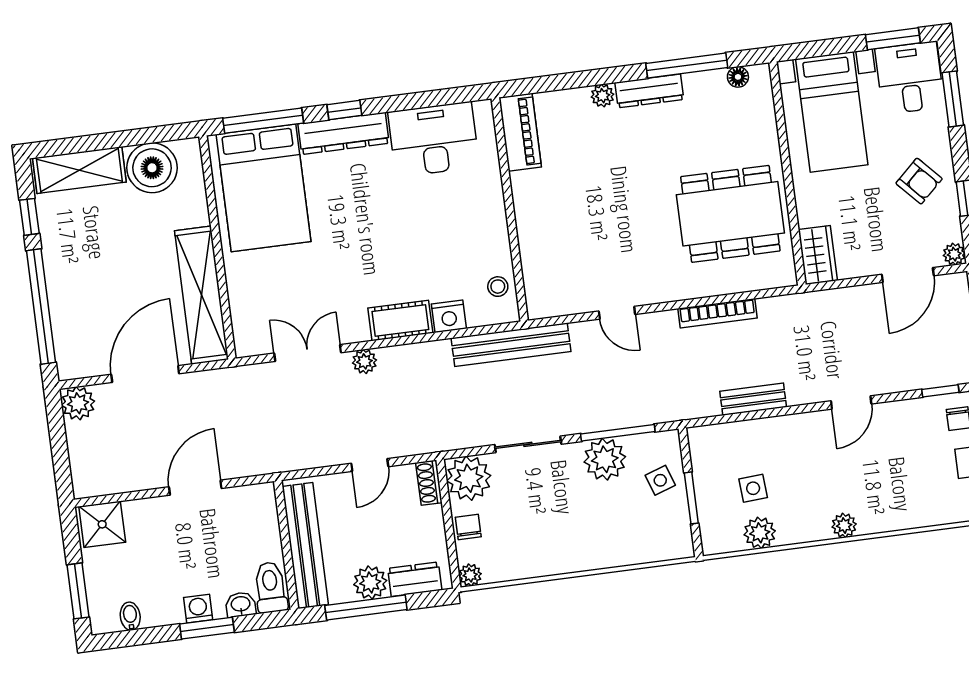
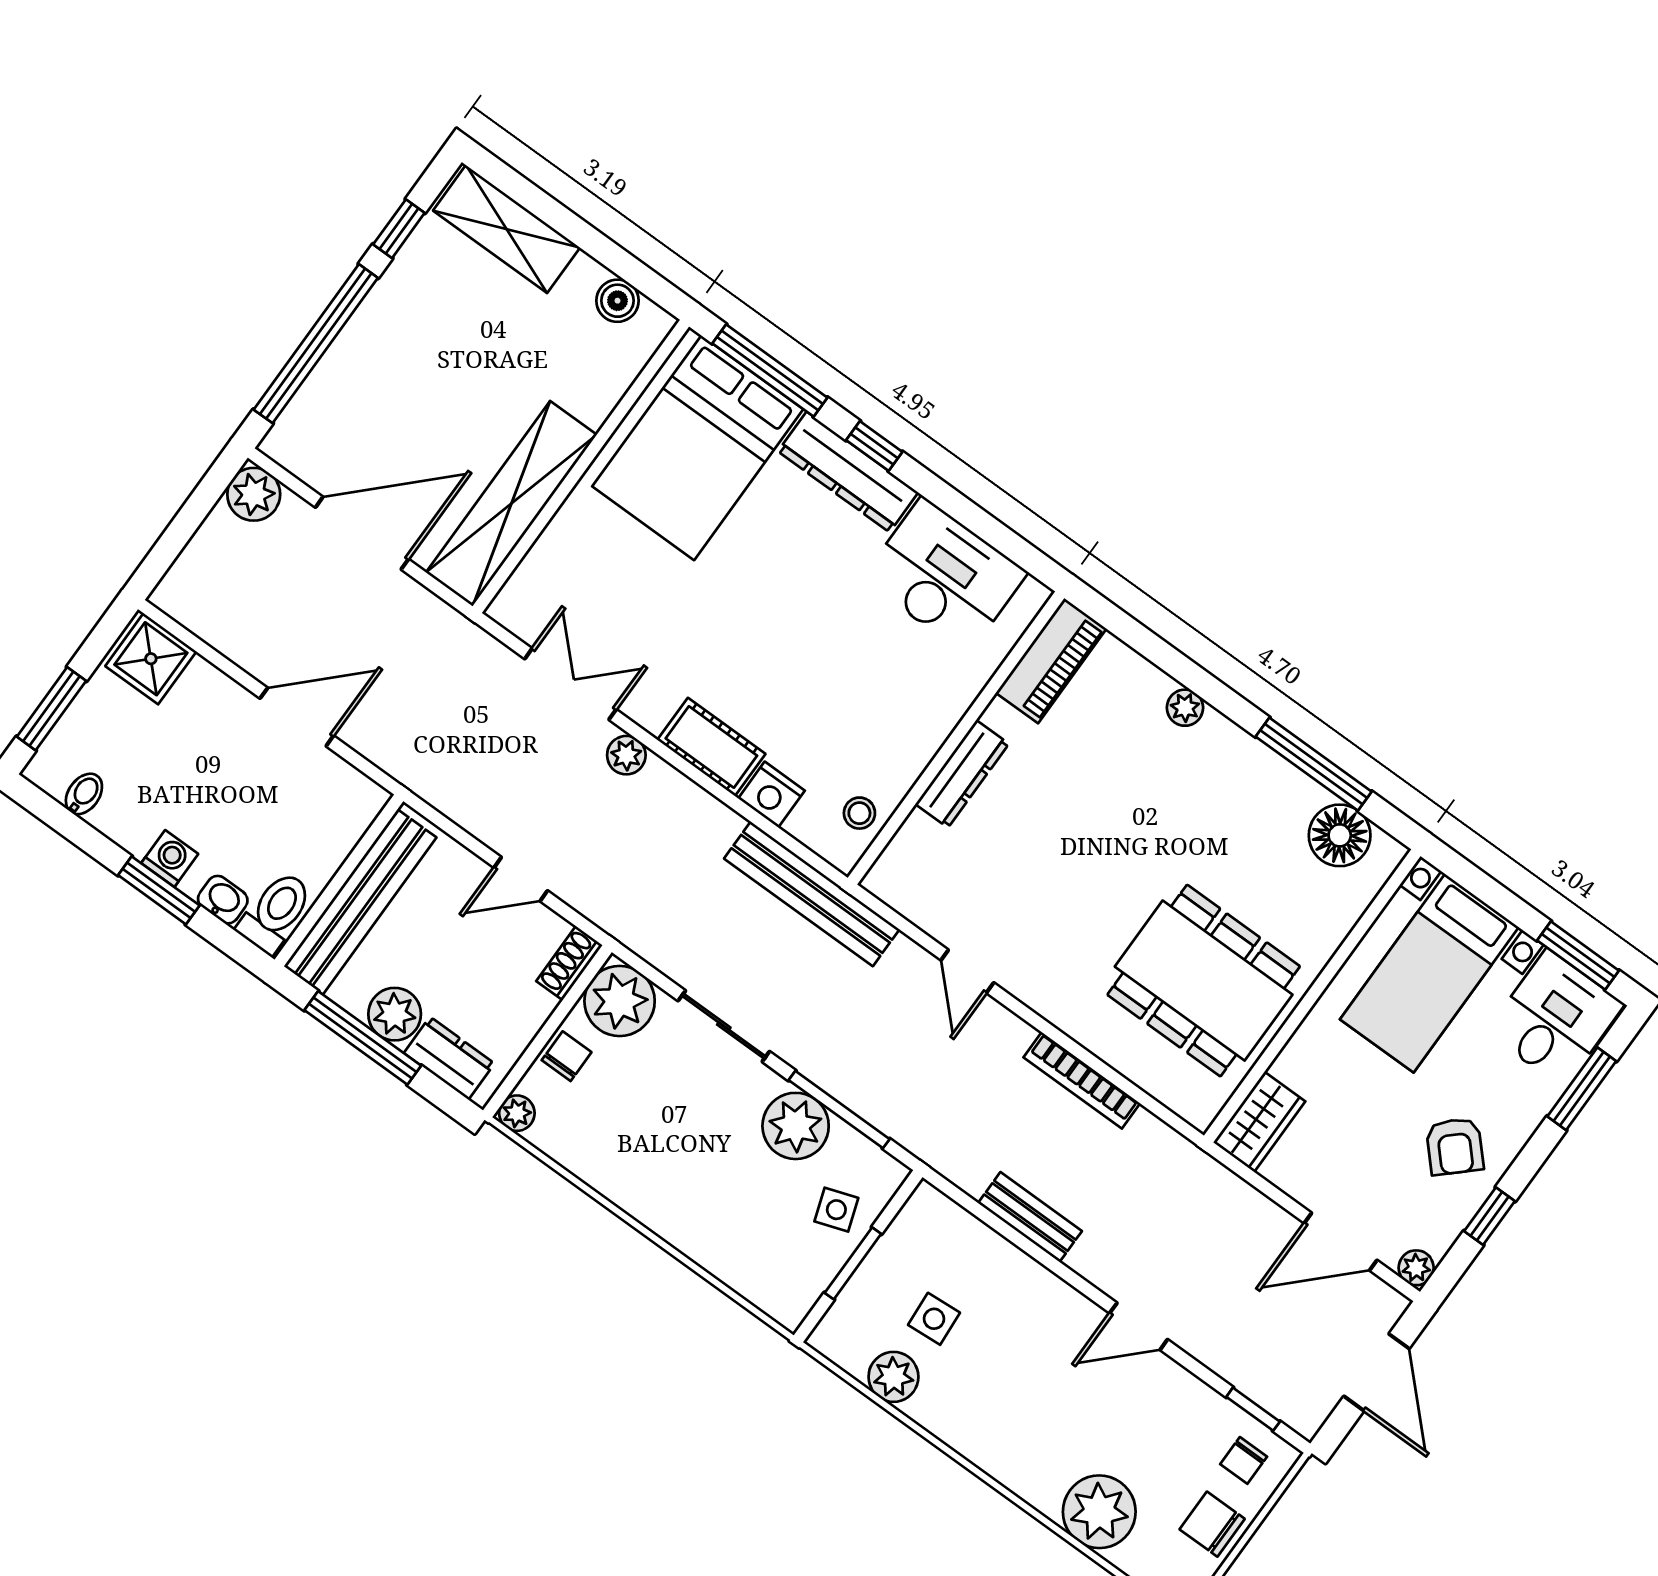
floor lamp: (738, 77) -> (1340, 835), width x1.89, depth x1.89
dresser: (649, 91) -> (962, 774), moved, turned -90
boiler: (152, 168) -> (617, 301), width x0.54, depth x0.54
plant: (844, 525) -> (1099, 1512), moved, width x1.88, depth x1.88

